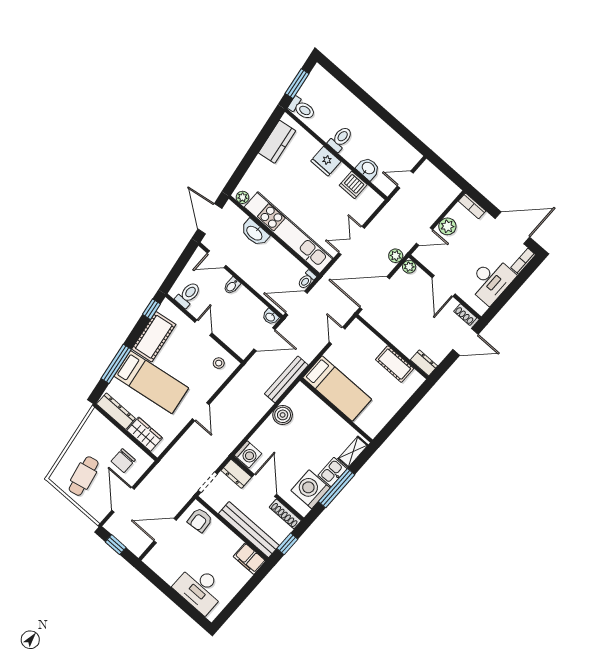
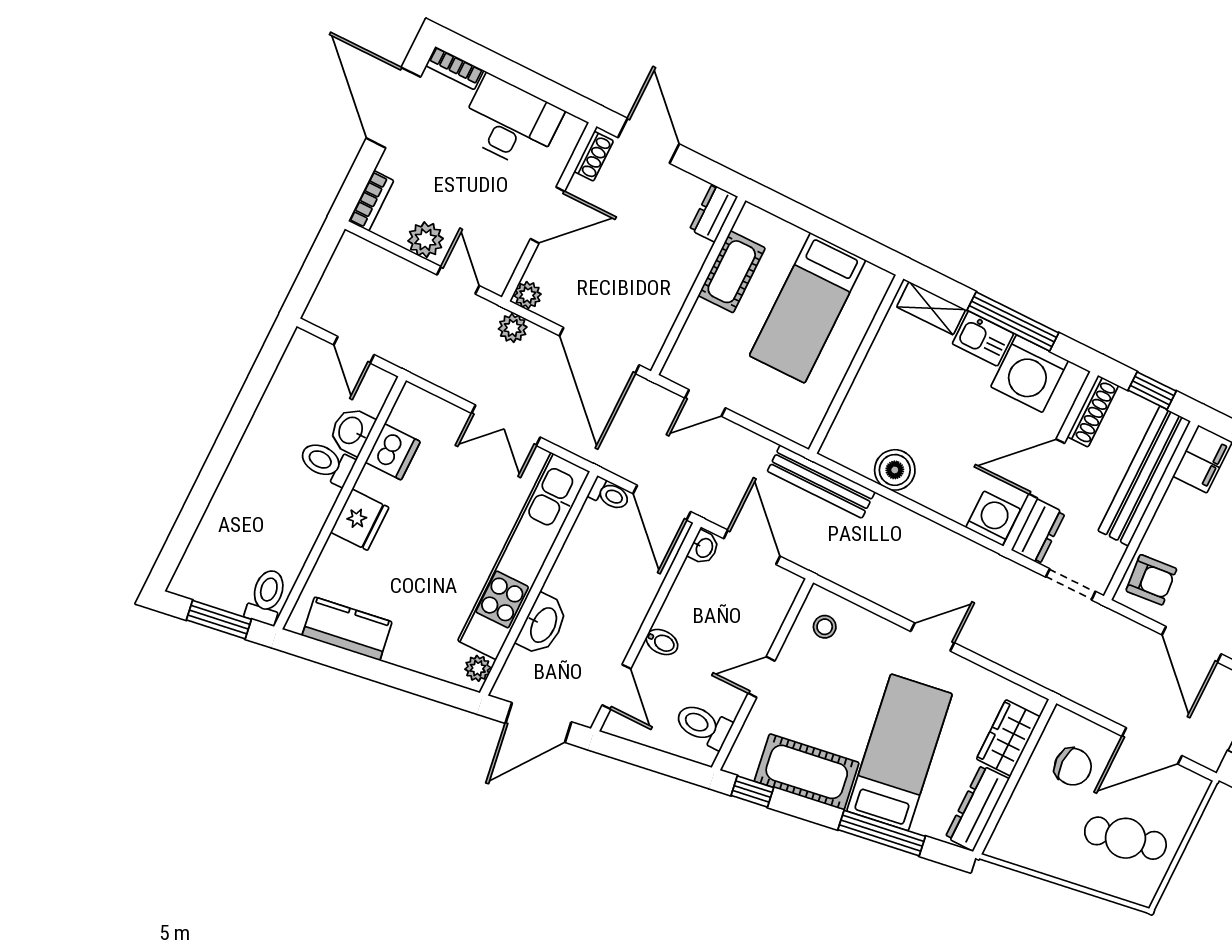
toilet: (340, 139) -> (327, 463), moved
bed: (337, 388) -> (808, 308), moved, turned 180

